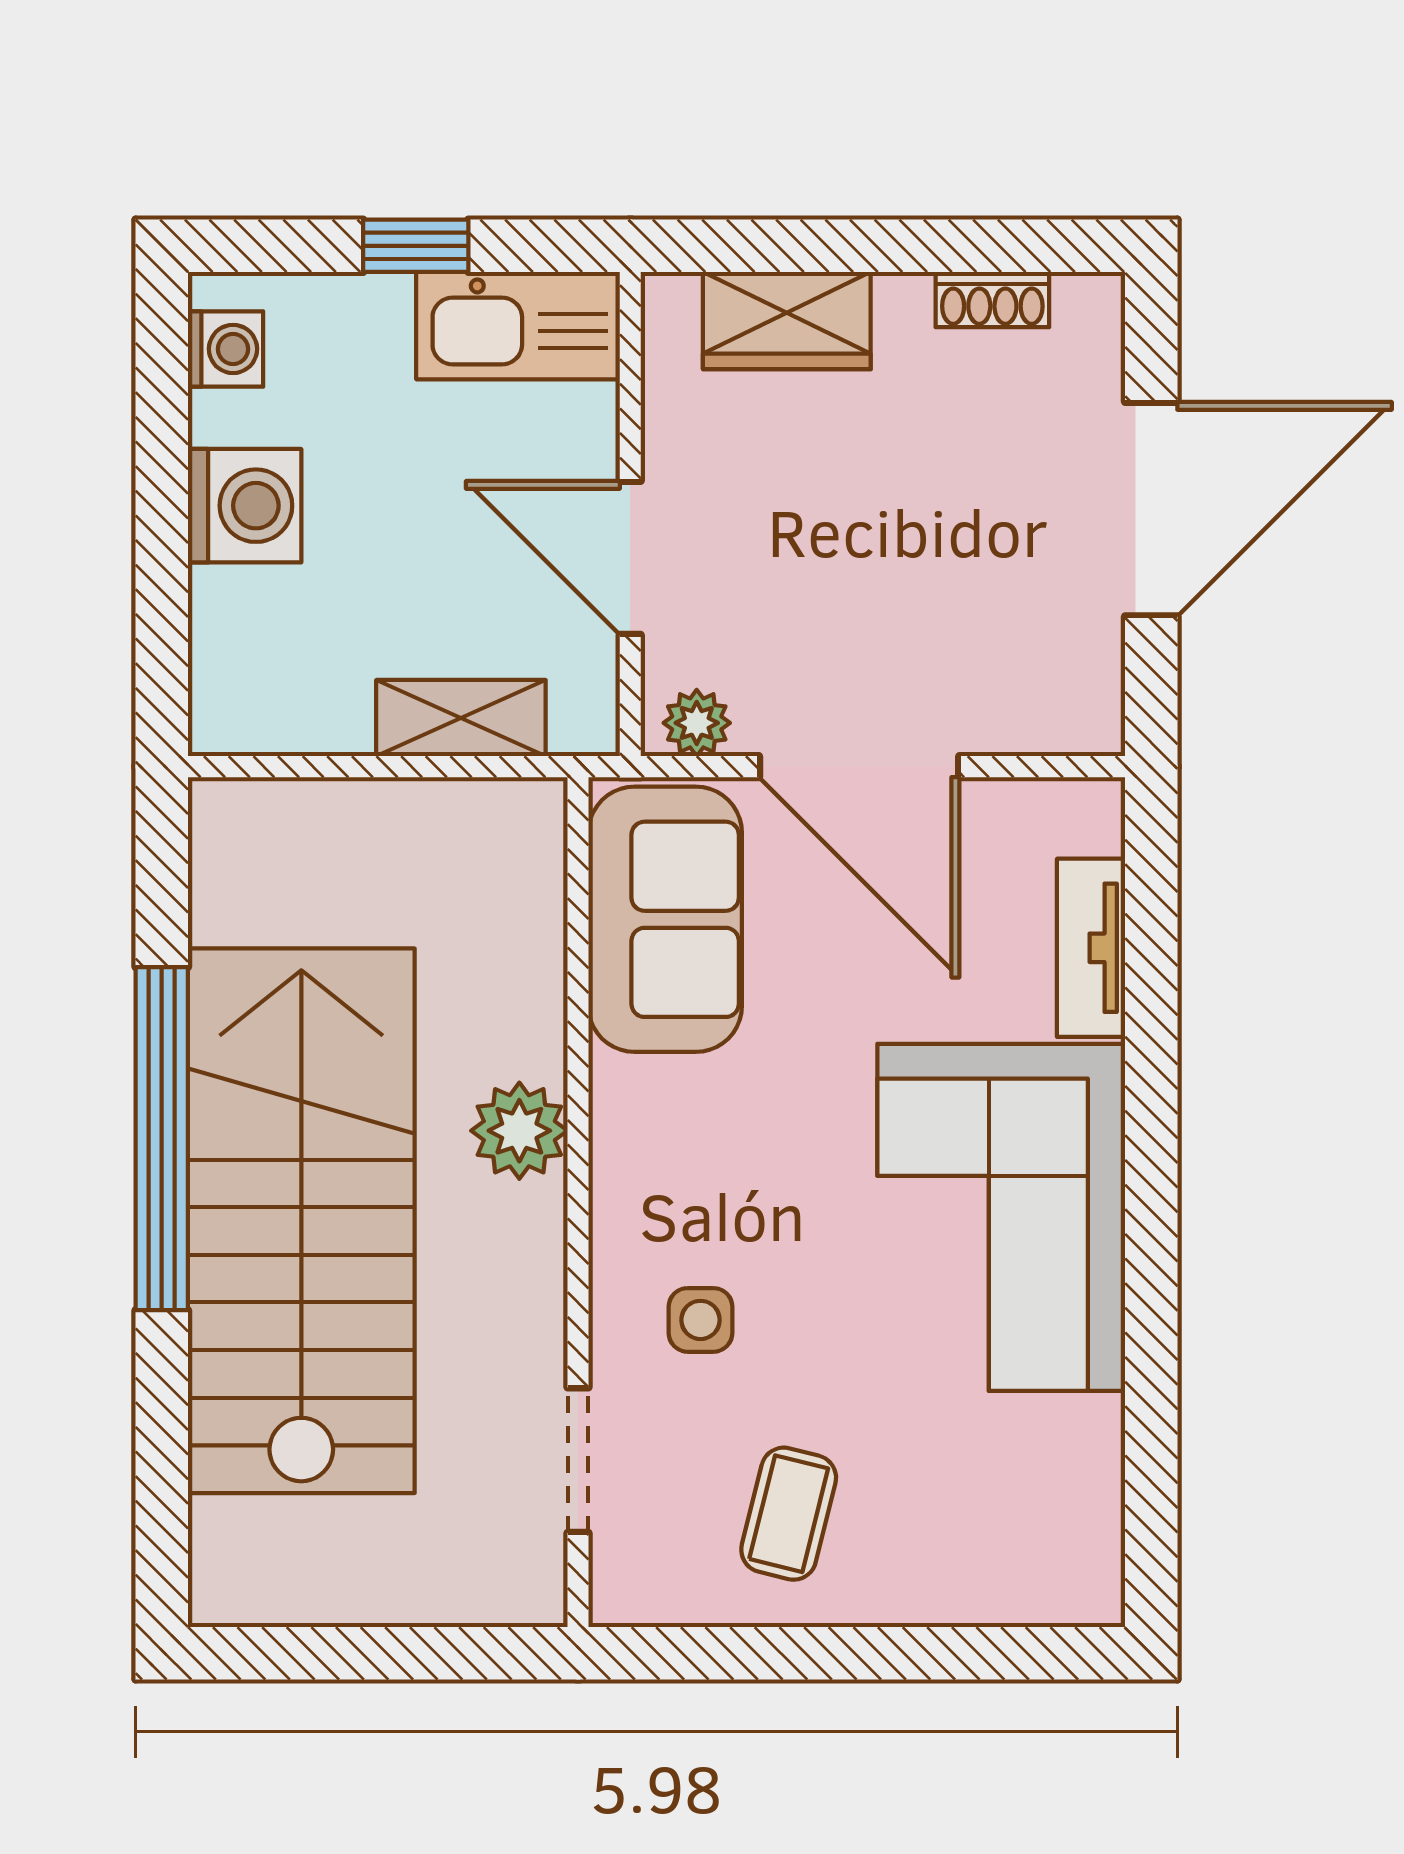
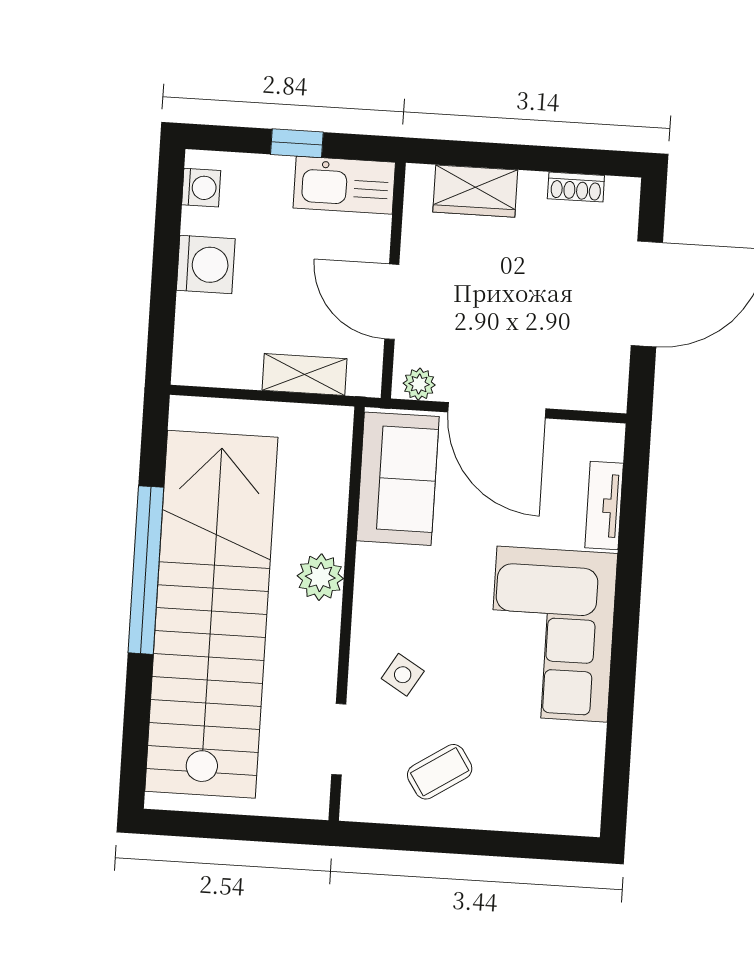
stairs: (301, 1221) -> (211, 614), width x1.36
side table: (700, 1320) -> (403, 675), turned 31
coffee table: (789, 1514) -> (440, 772), turned 43

